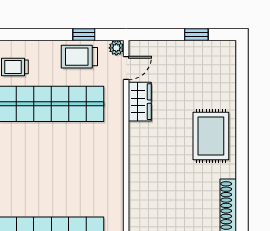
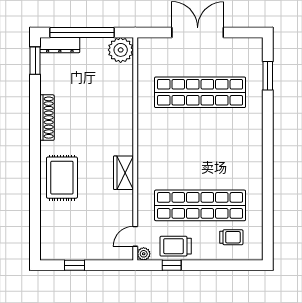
trolley: (79, 57) -> (176, 246), turned 180
wardrobe: (140, 102) -> (123, 173), moved

